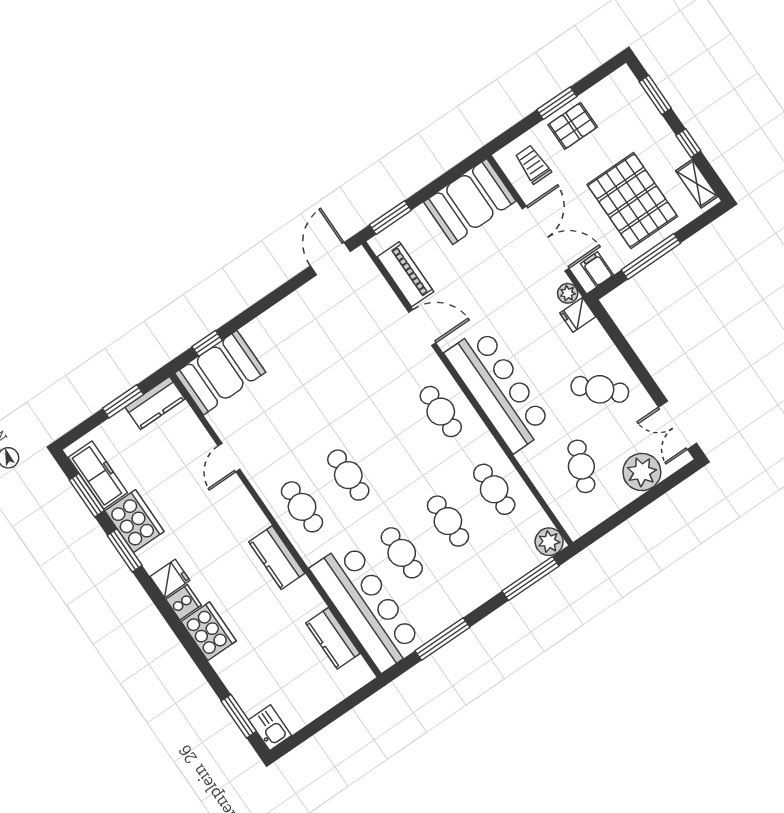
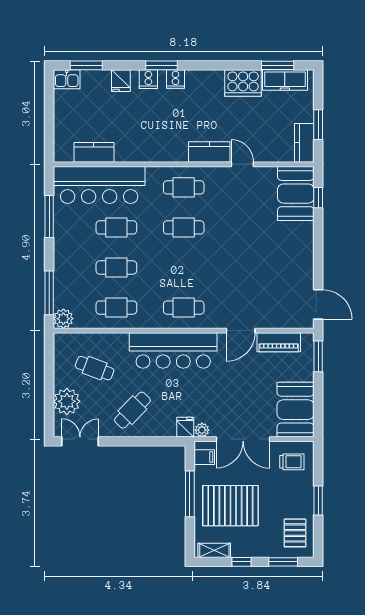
pallet: (573, 126) -> (295, 533), moved
window: (125, 550) -> (161, 65), moved
kitchen counter: (277, 558) -> (209, 152), moved
fridge: (170, 578) -> (121, 81), moved
cooker: (209, 631) -> (148, 79), width x0.53, depth x0.76

